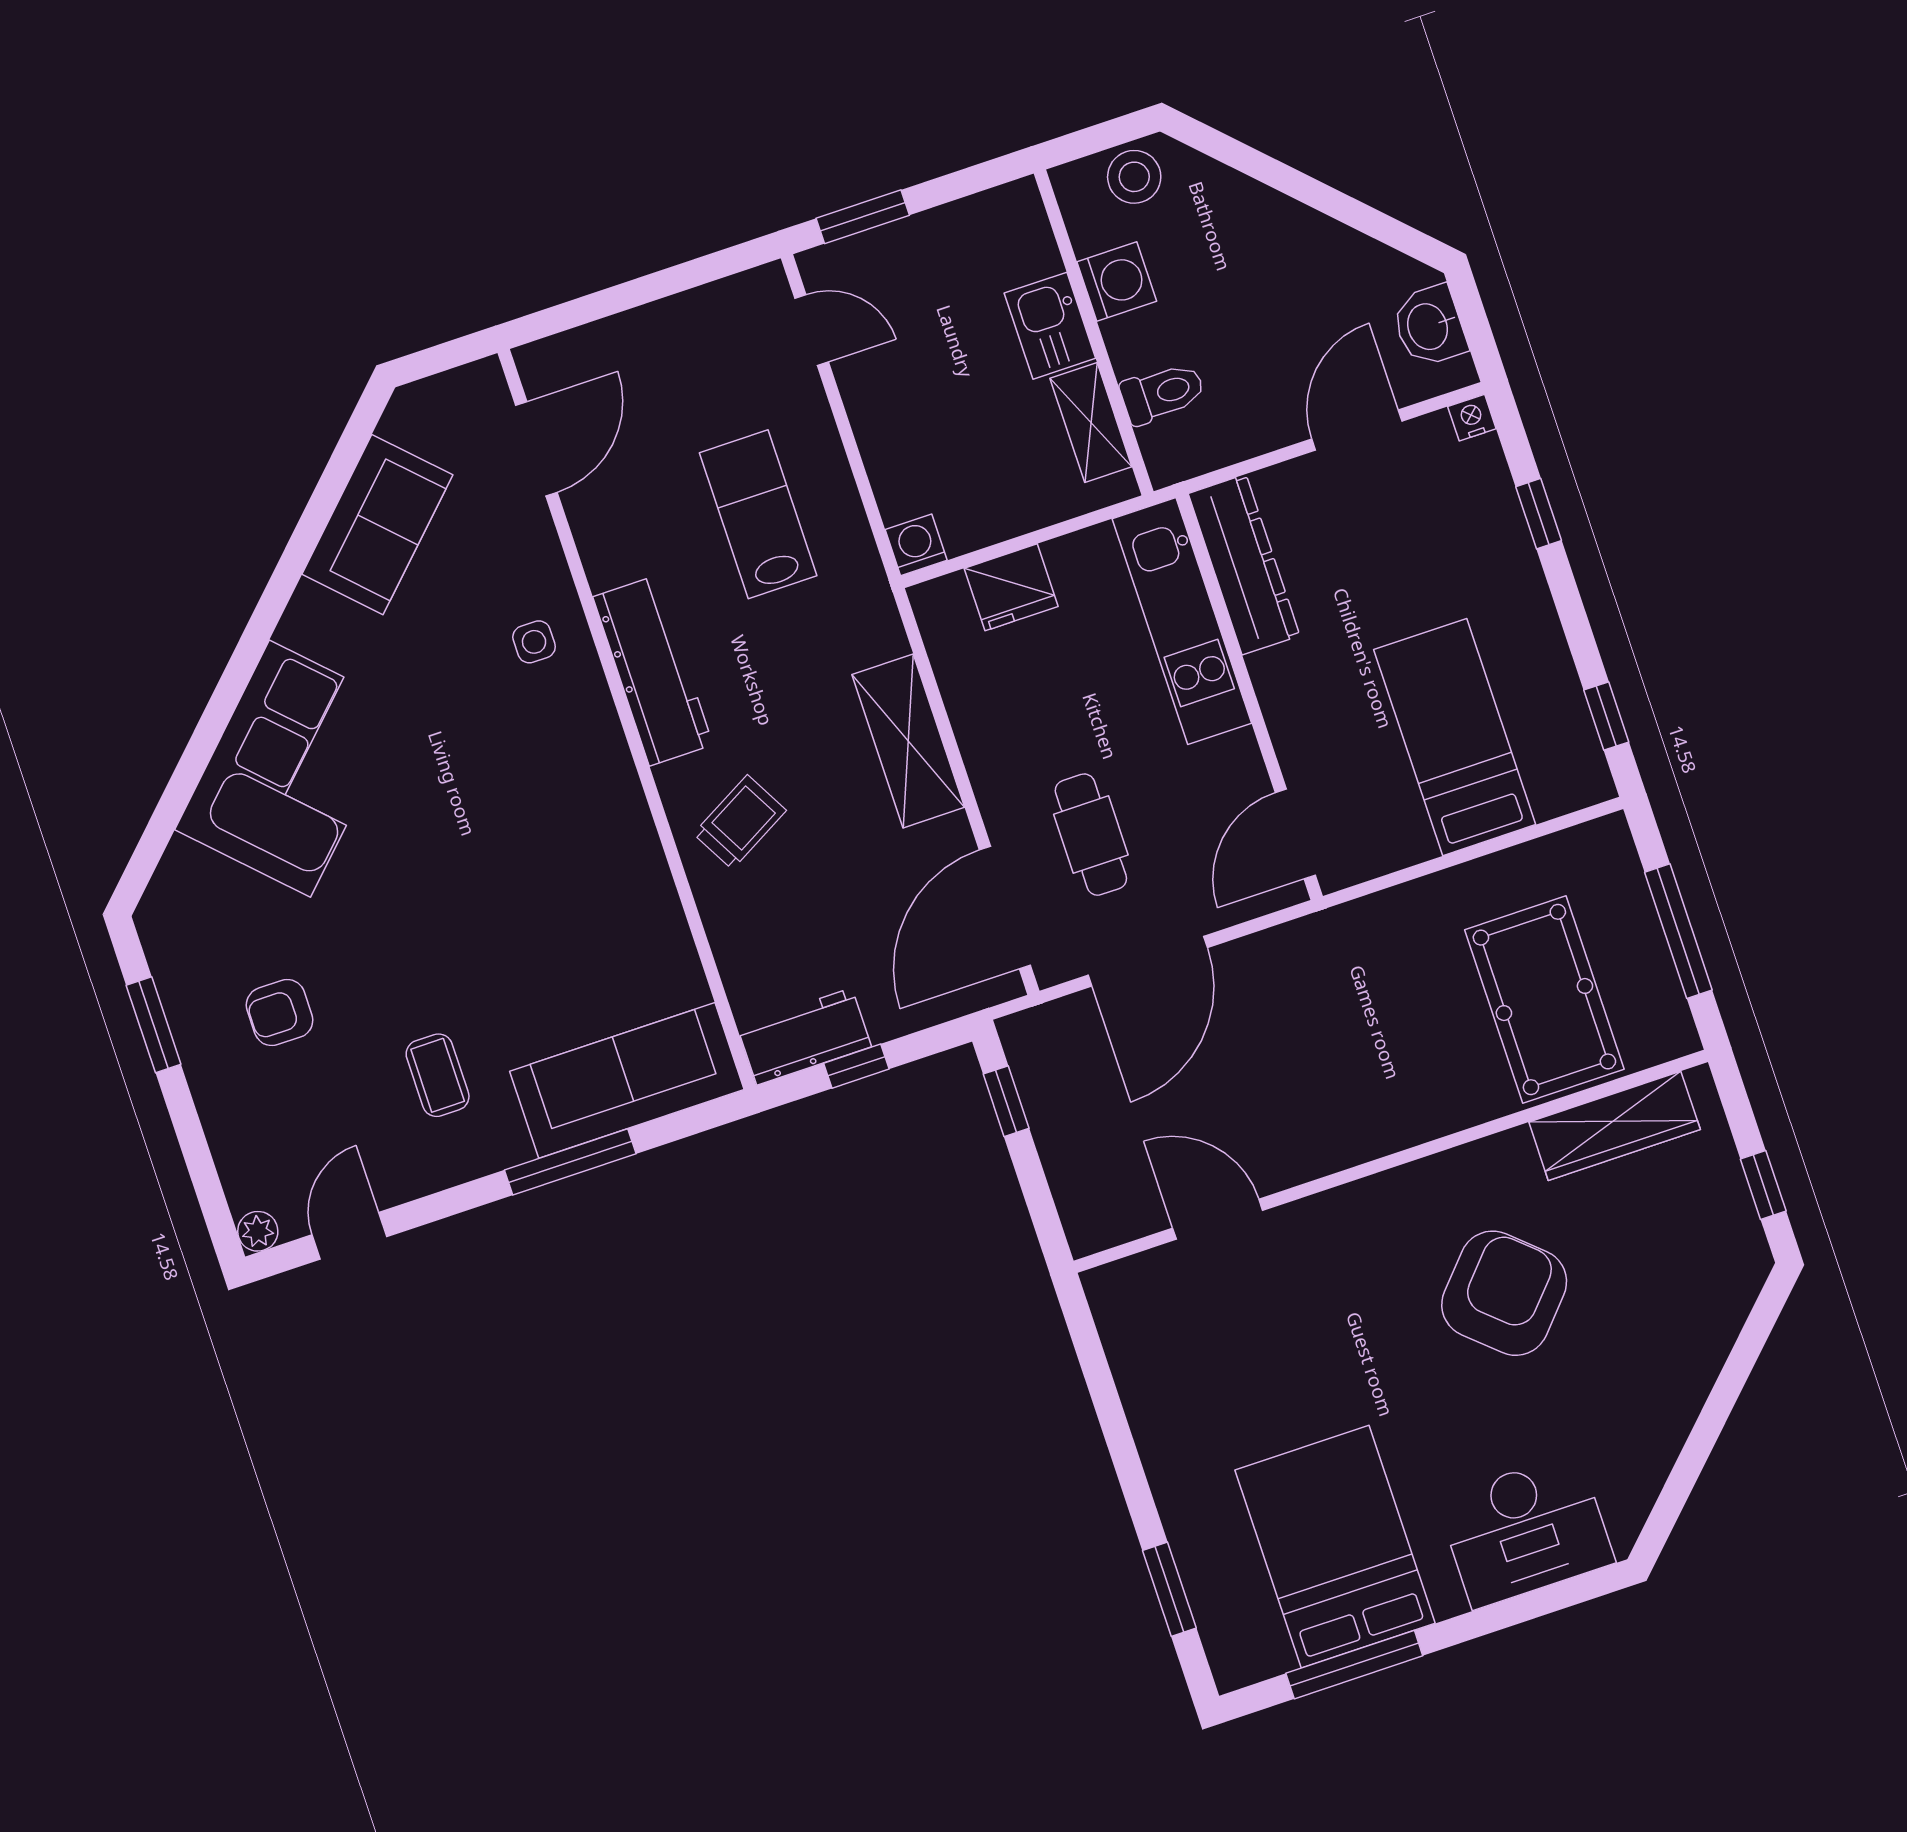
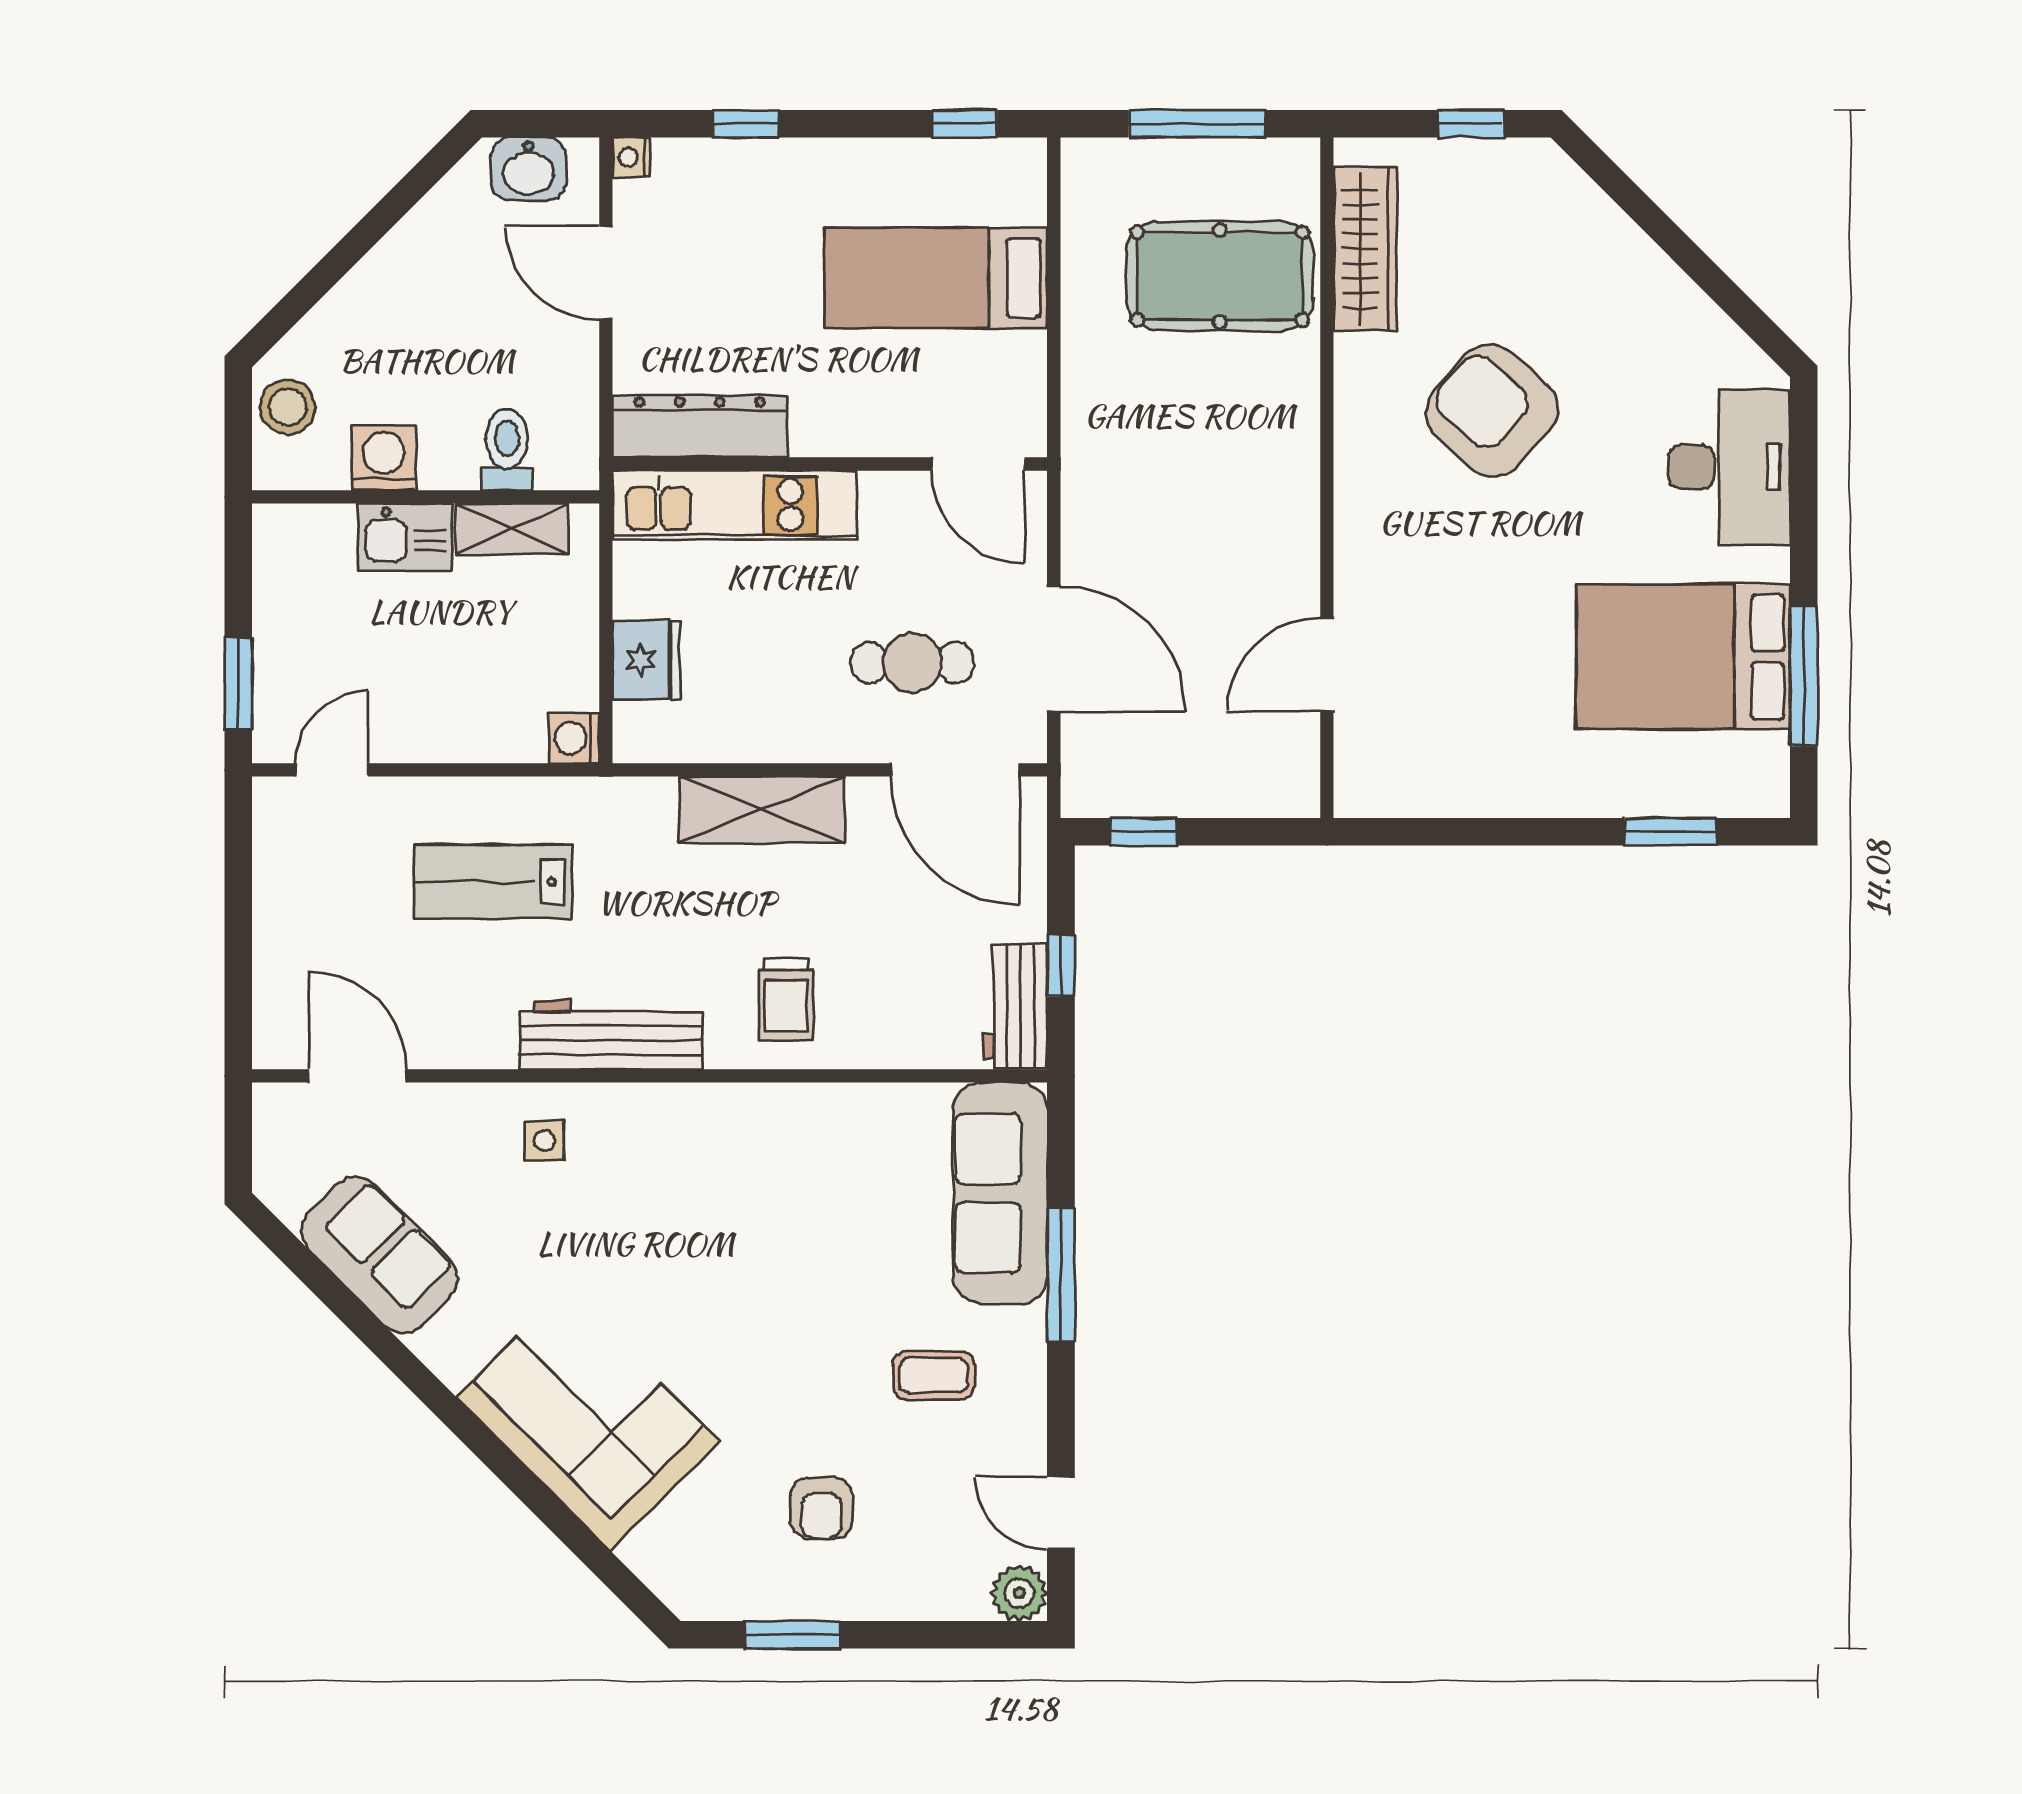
trolley: (740, 822) -> (786, 1000), turned -151
plant: (258, 1231) -> (1019, 1593), width x1.38, depth x1.38

